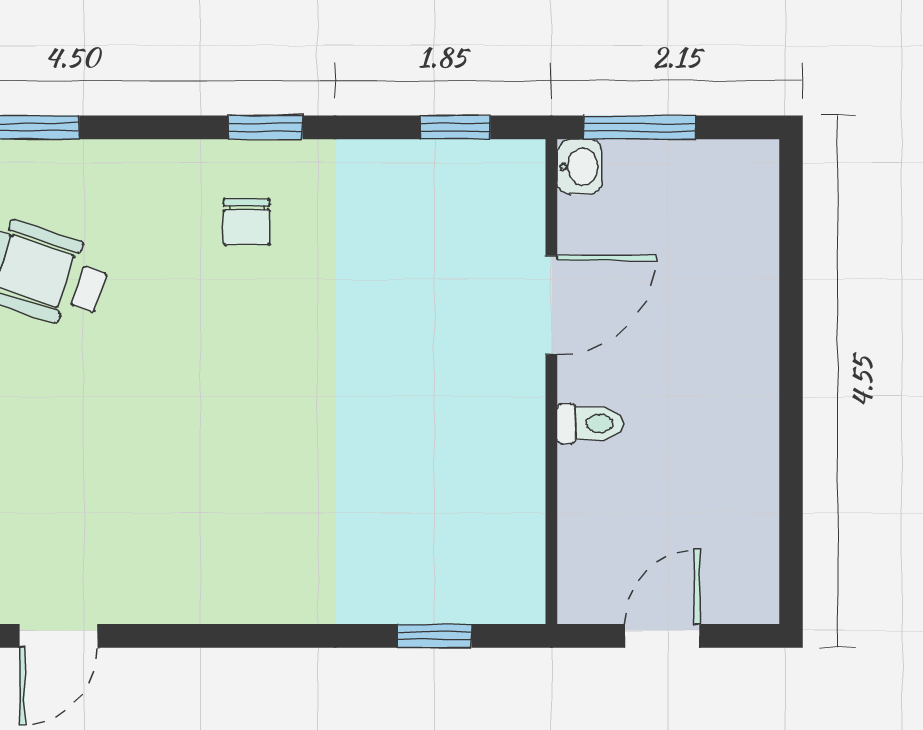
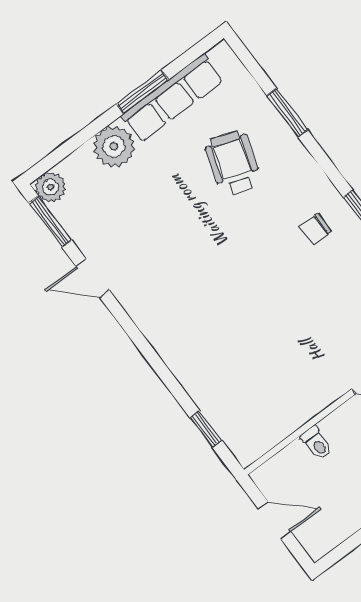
toilet: (590, 424) -> (317, 443), moved

